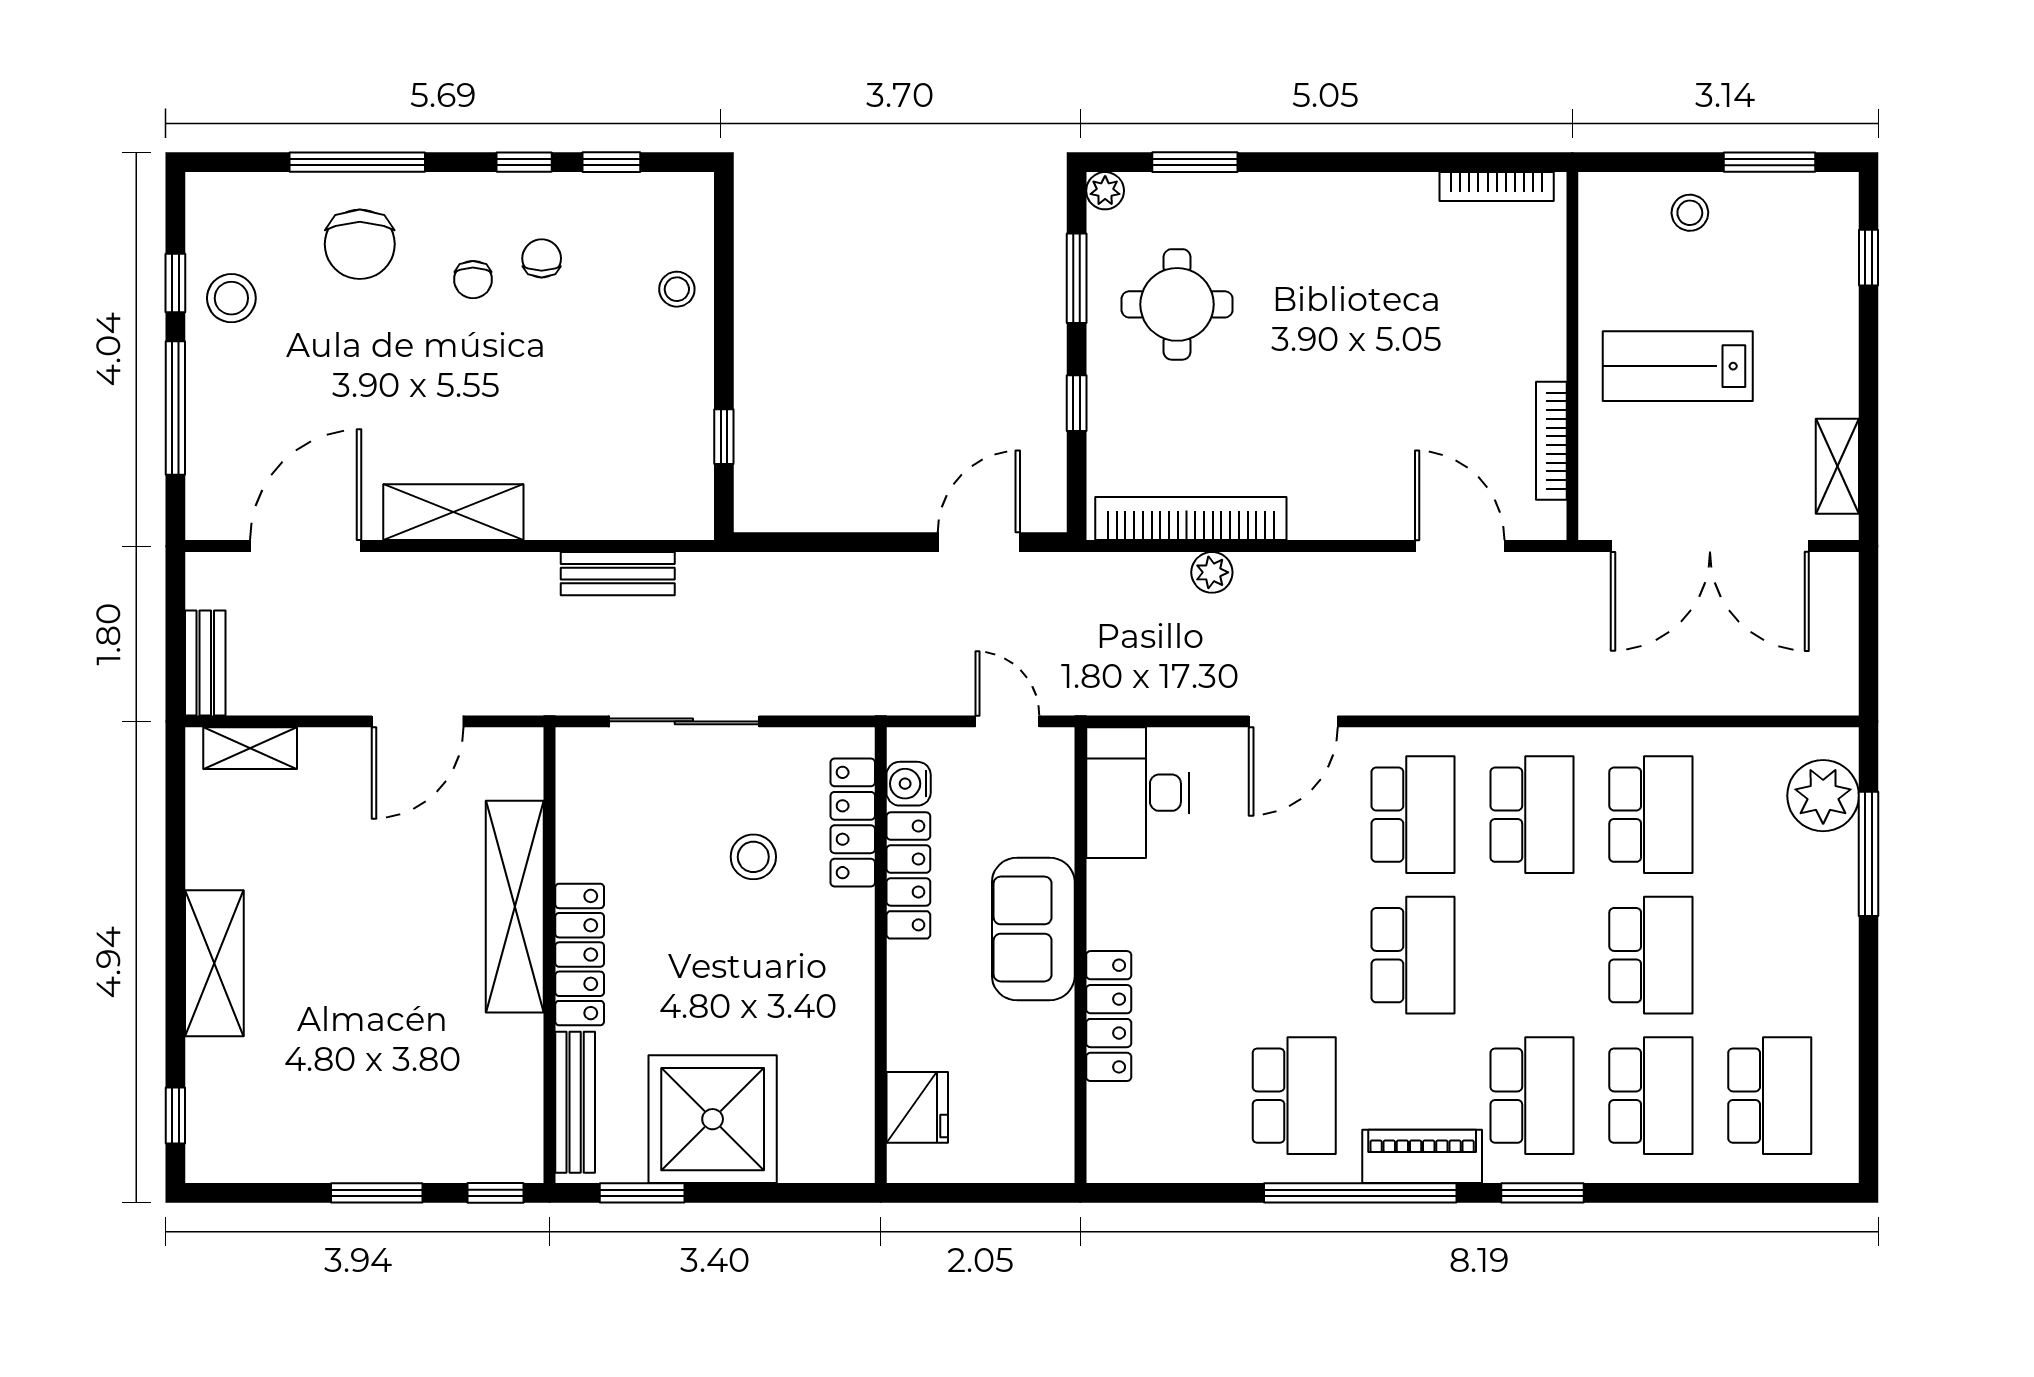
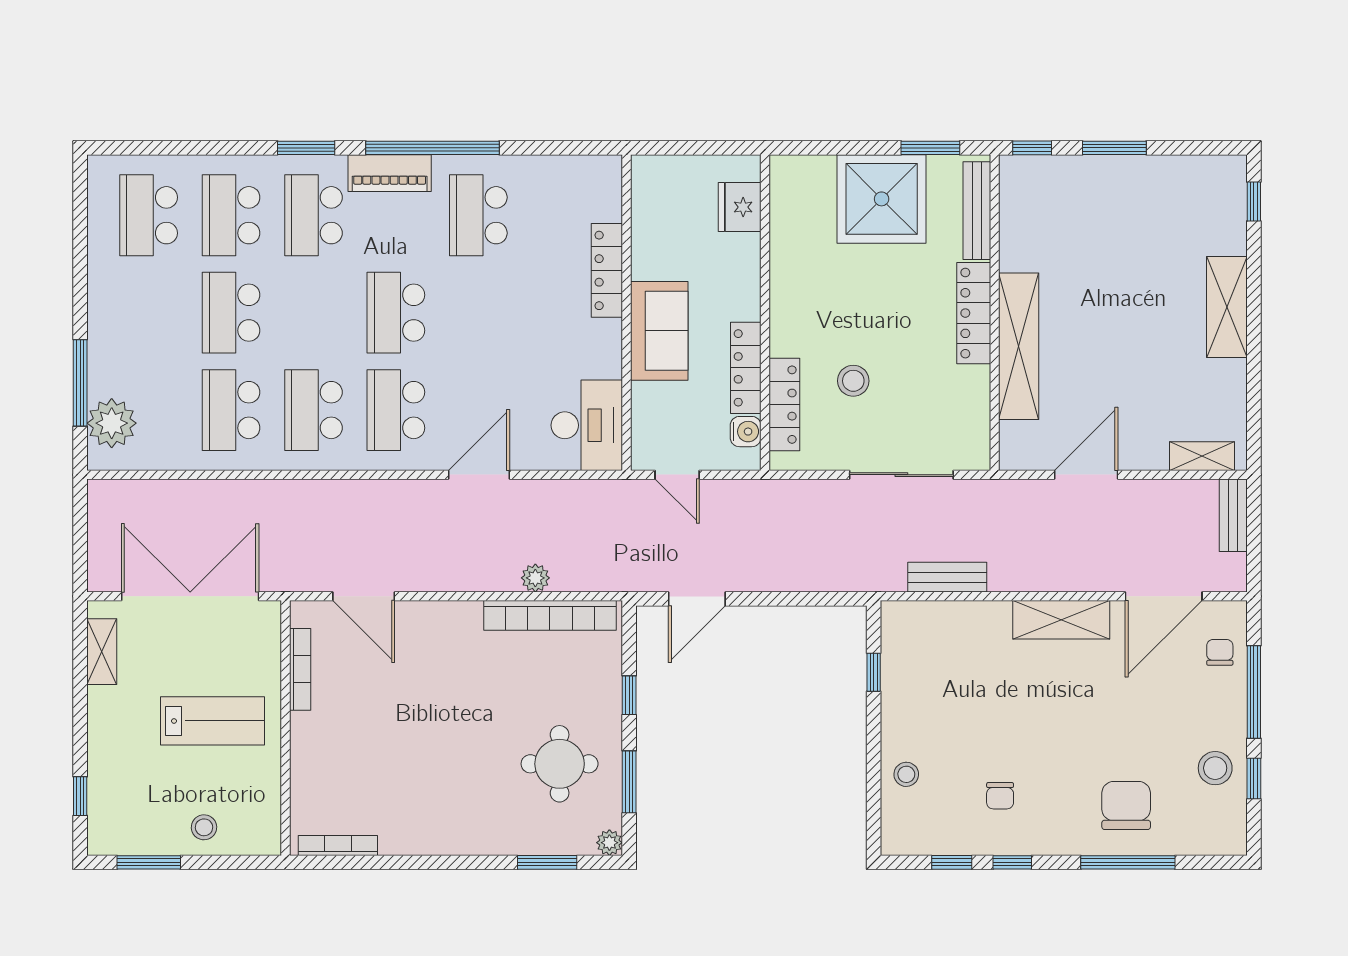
chair: (473, 280) -> (1220, 652), moved

